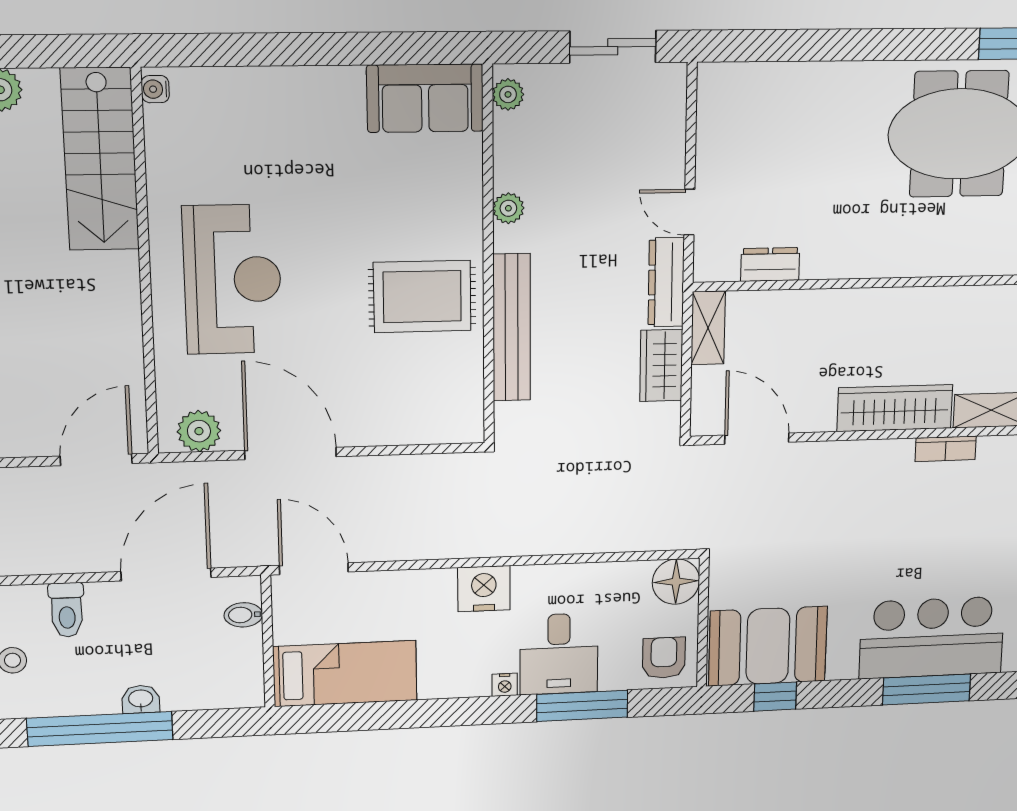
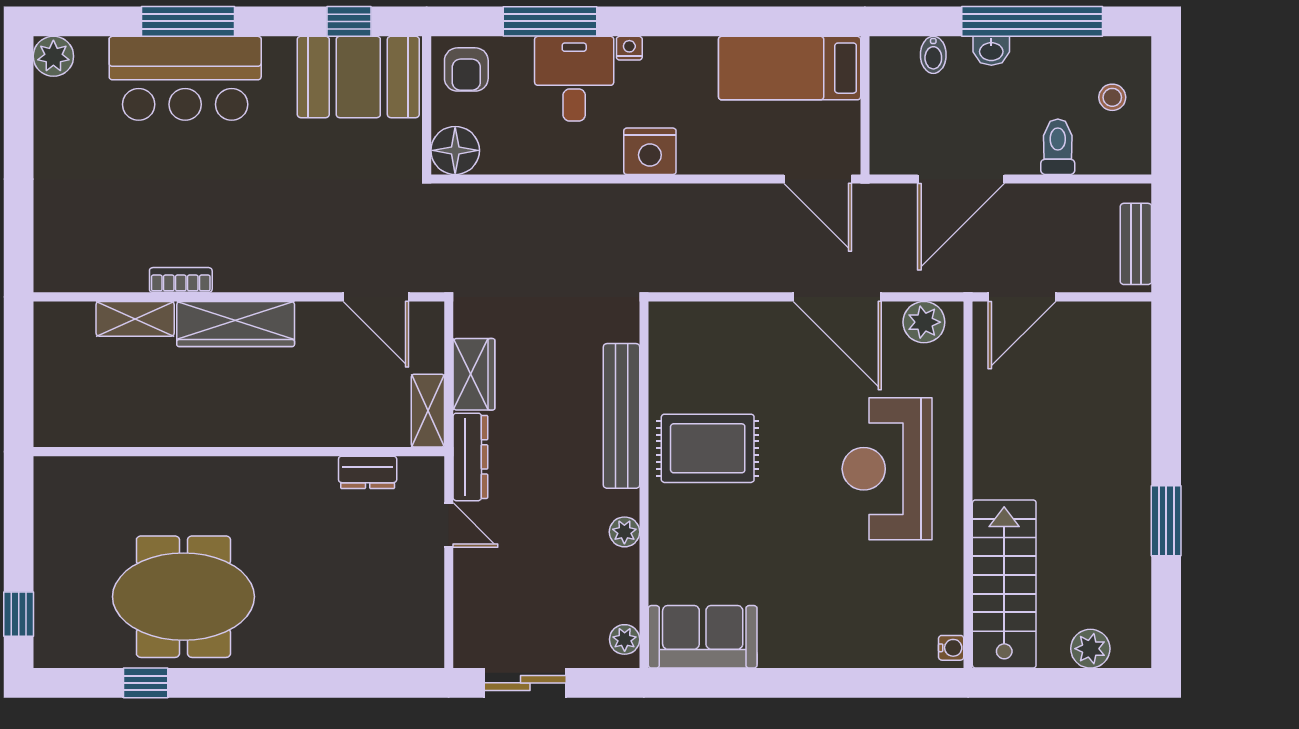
bidet: (243, 615) -> (933, 55), moved, turned 90

